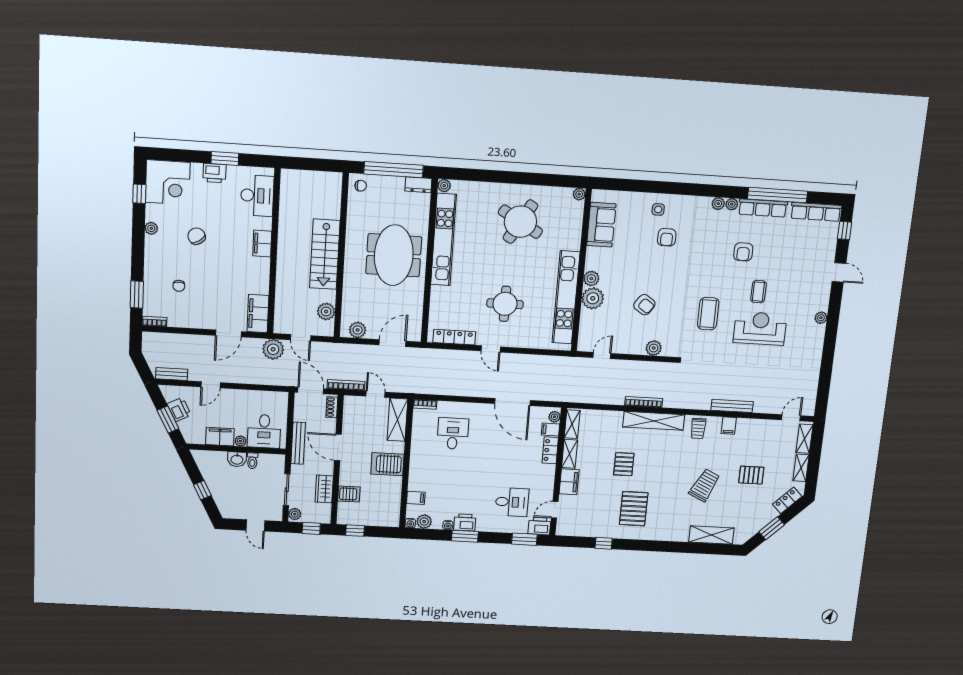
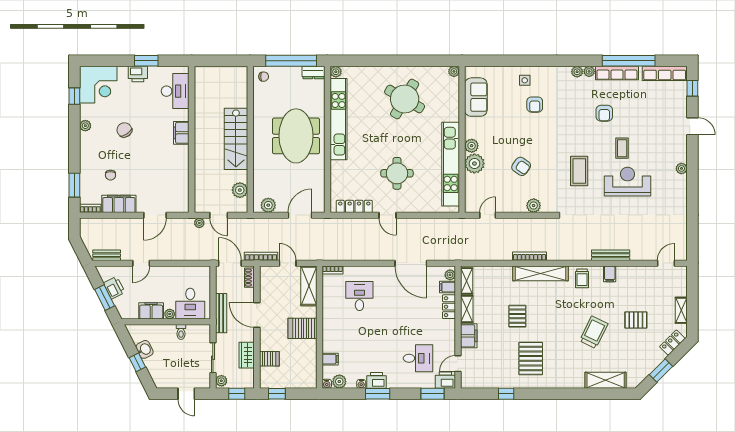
filing cabinet: (258, 314) -> (119, 204), moved, turned 90
plant: (273, 349) -> (199, 223), width x0.53, depth x0.53
shelving: (804, 439) -> (681, 282), removed
washbasin: (237, 459) -> (145, 349), moved, turned -117

